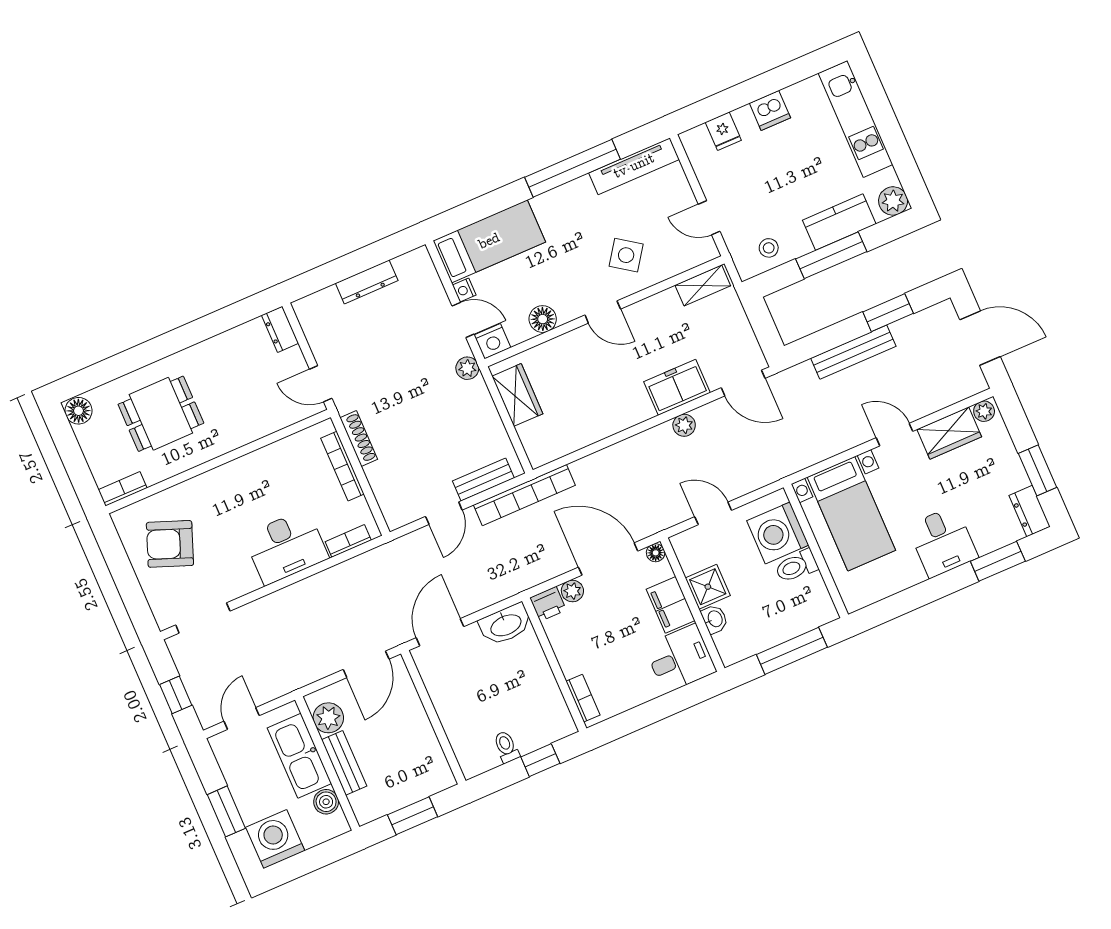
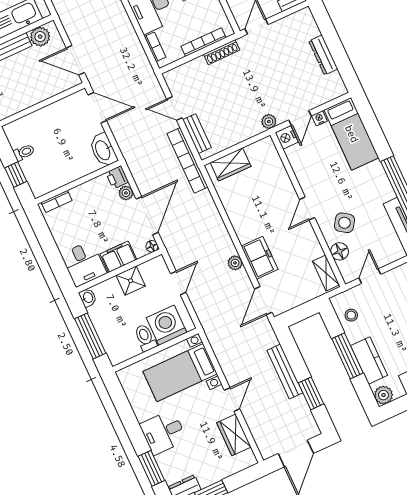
floor lamp: (543, 319) -> (340, 251), moved
wardrobe: (517, 395) -> (231, 164), moved
plant: (984, 411) -> (248, 457), removed
washbasin: (715, 619) -> (88, 298), moved, turned -90

